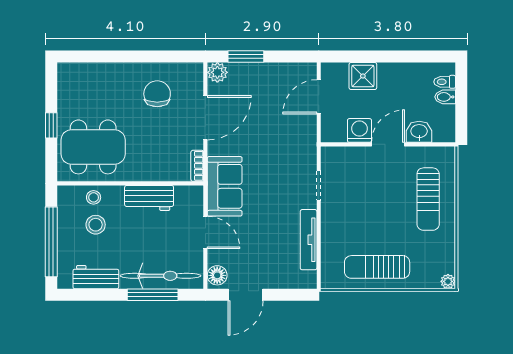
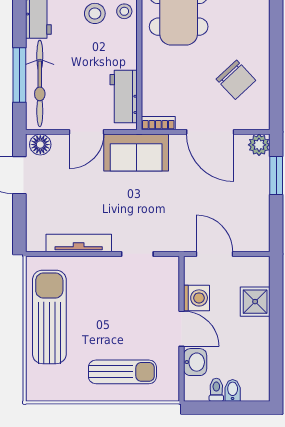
toilet: (445, 82) -> (216, 390), moved
chair: (157, 94) -> (236, 80), turned 47
door: (319, 97) -> (215, 254), moved
workbench: (149, 198) -> (124, 96), moved
sun lounger: (428, 199) -> (122, 372), turned 180
sun lounger: (377, 267) -> (49, 317), width x1.36, depth x1.34
plant: (448, 281) -> (34, 393), removed

